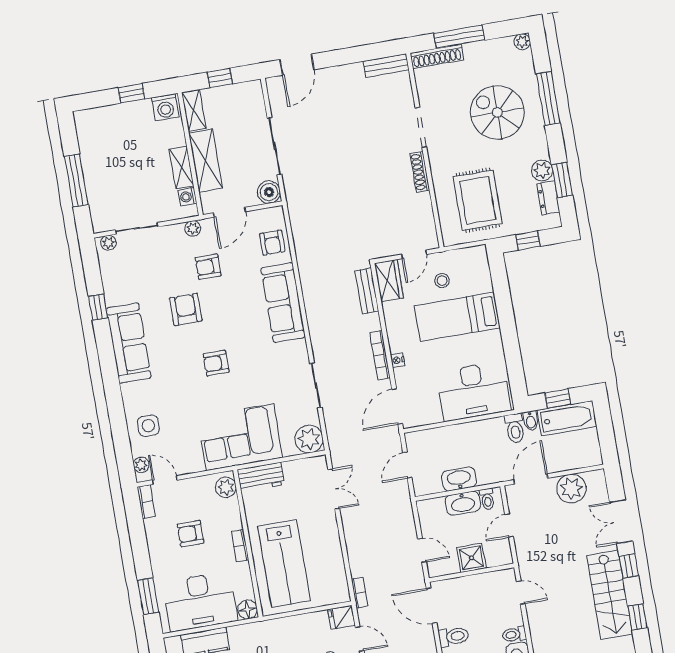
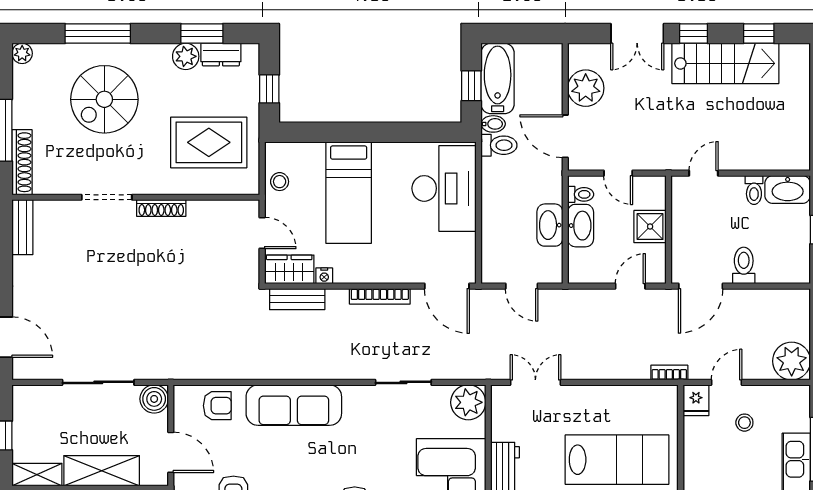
stool: (442, 281) -> (280, 182), moved
nightstand: (397, 360) -> (324, 276), moved

